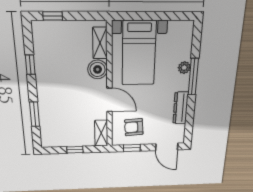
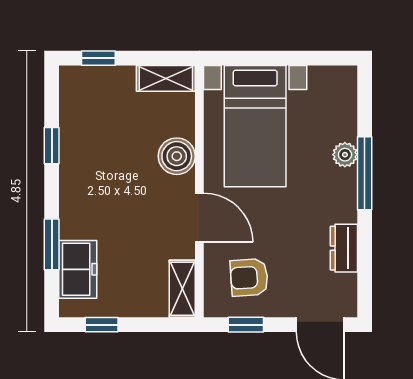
shelving: (100, 43) -> (166, 78), moved, turned 90
dresser: (181, 108) -> (344, 248), width x0.70
freezer: (49, 126) -> (78, 269), added
window: (75, 150) -> (102, 325), moved

